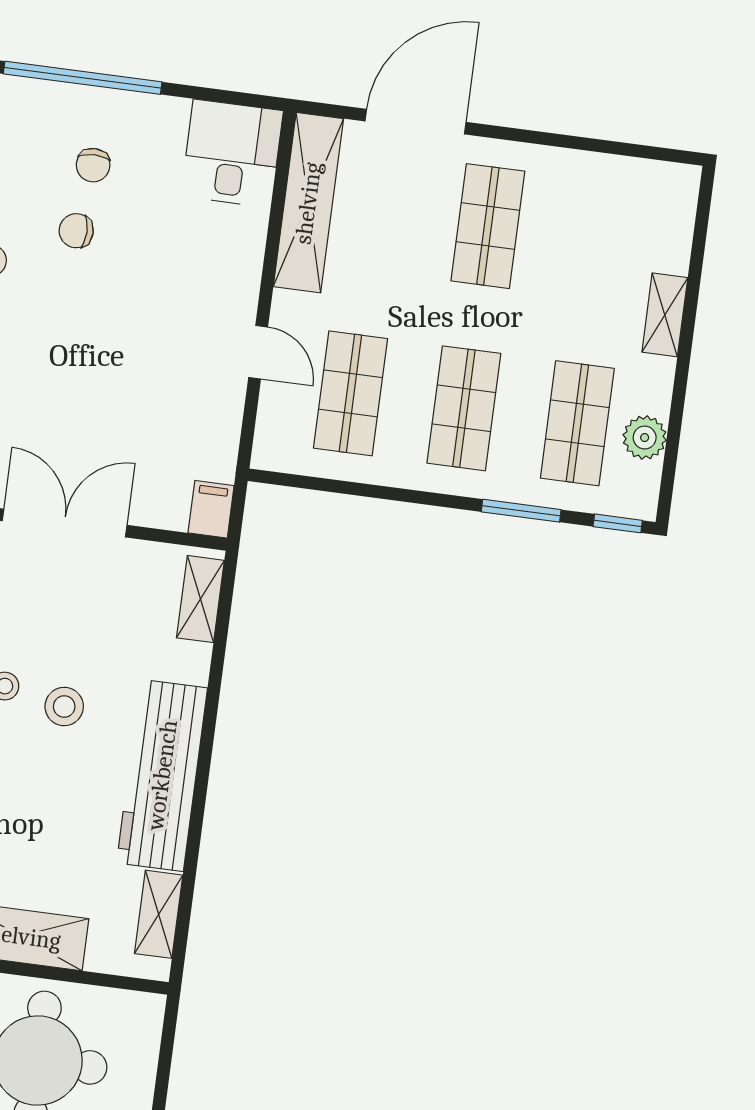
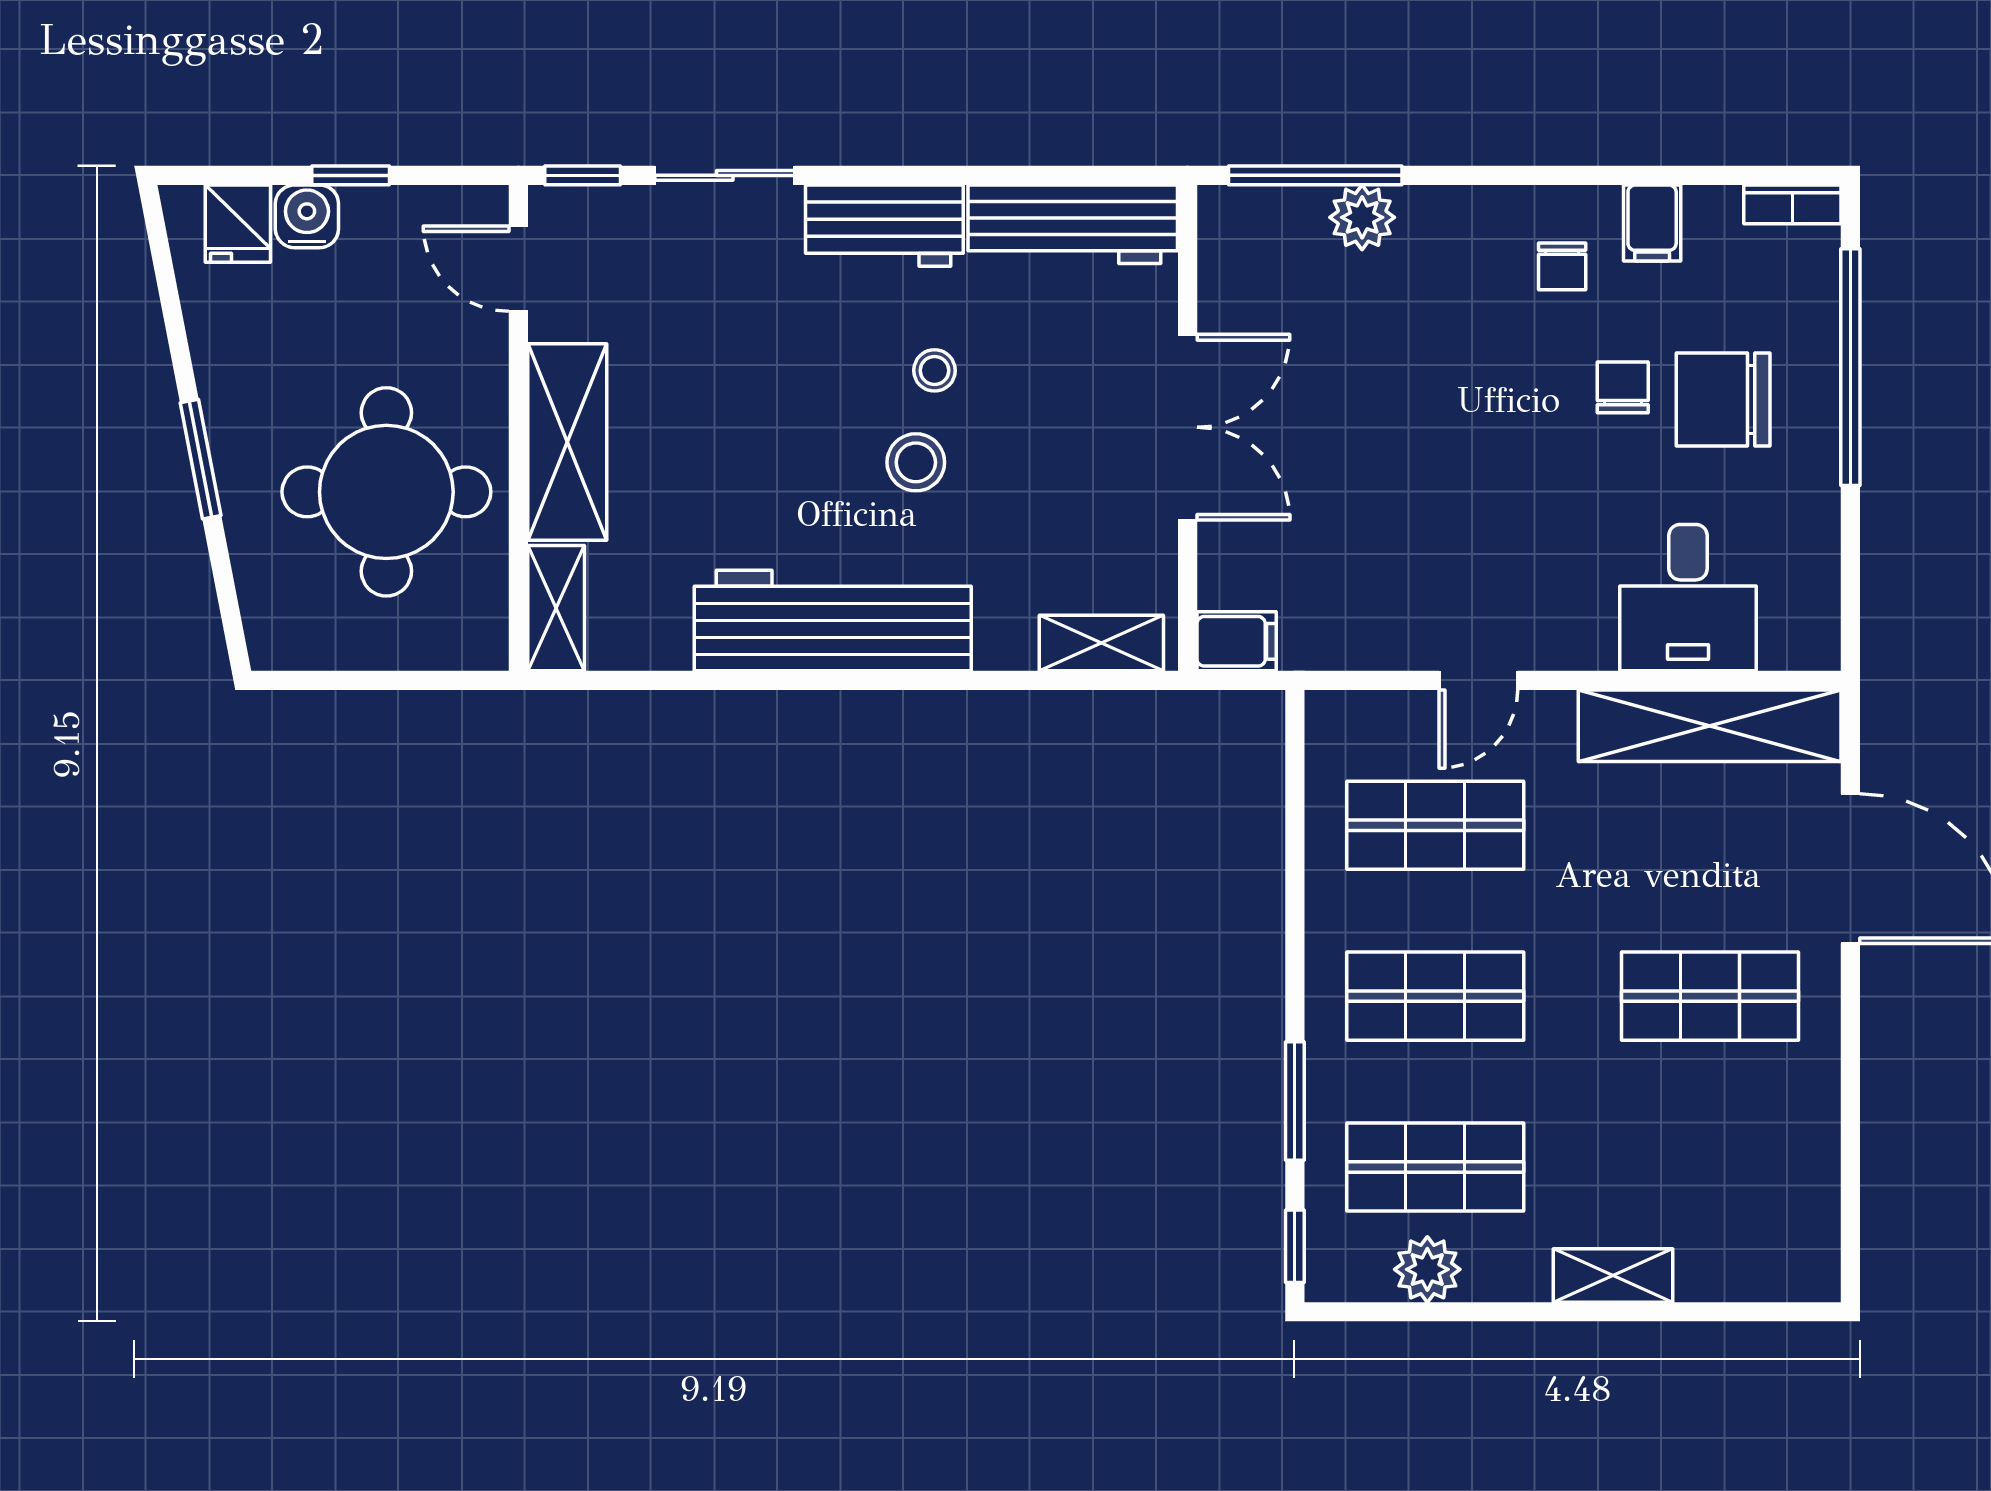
desk: (232, 153) -> (1688, 598), moved, turned 90
chair: (93, 165) -> (1723, 400), width x1.87, depth x1.87
shelving: (159, 914) -> (556, 608), moved, turned 90

